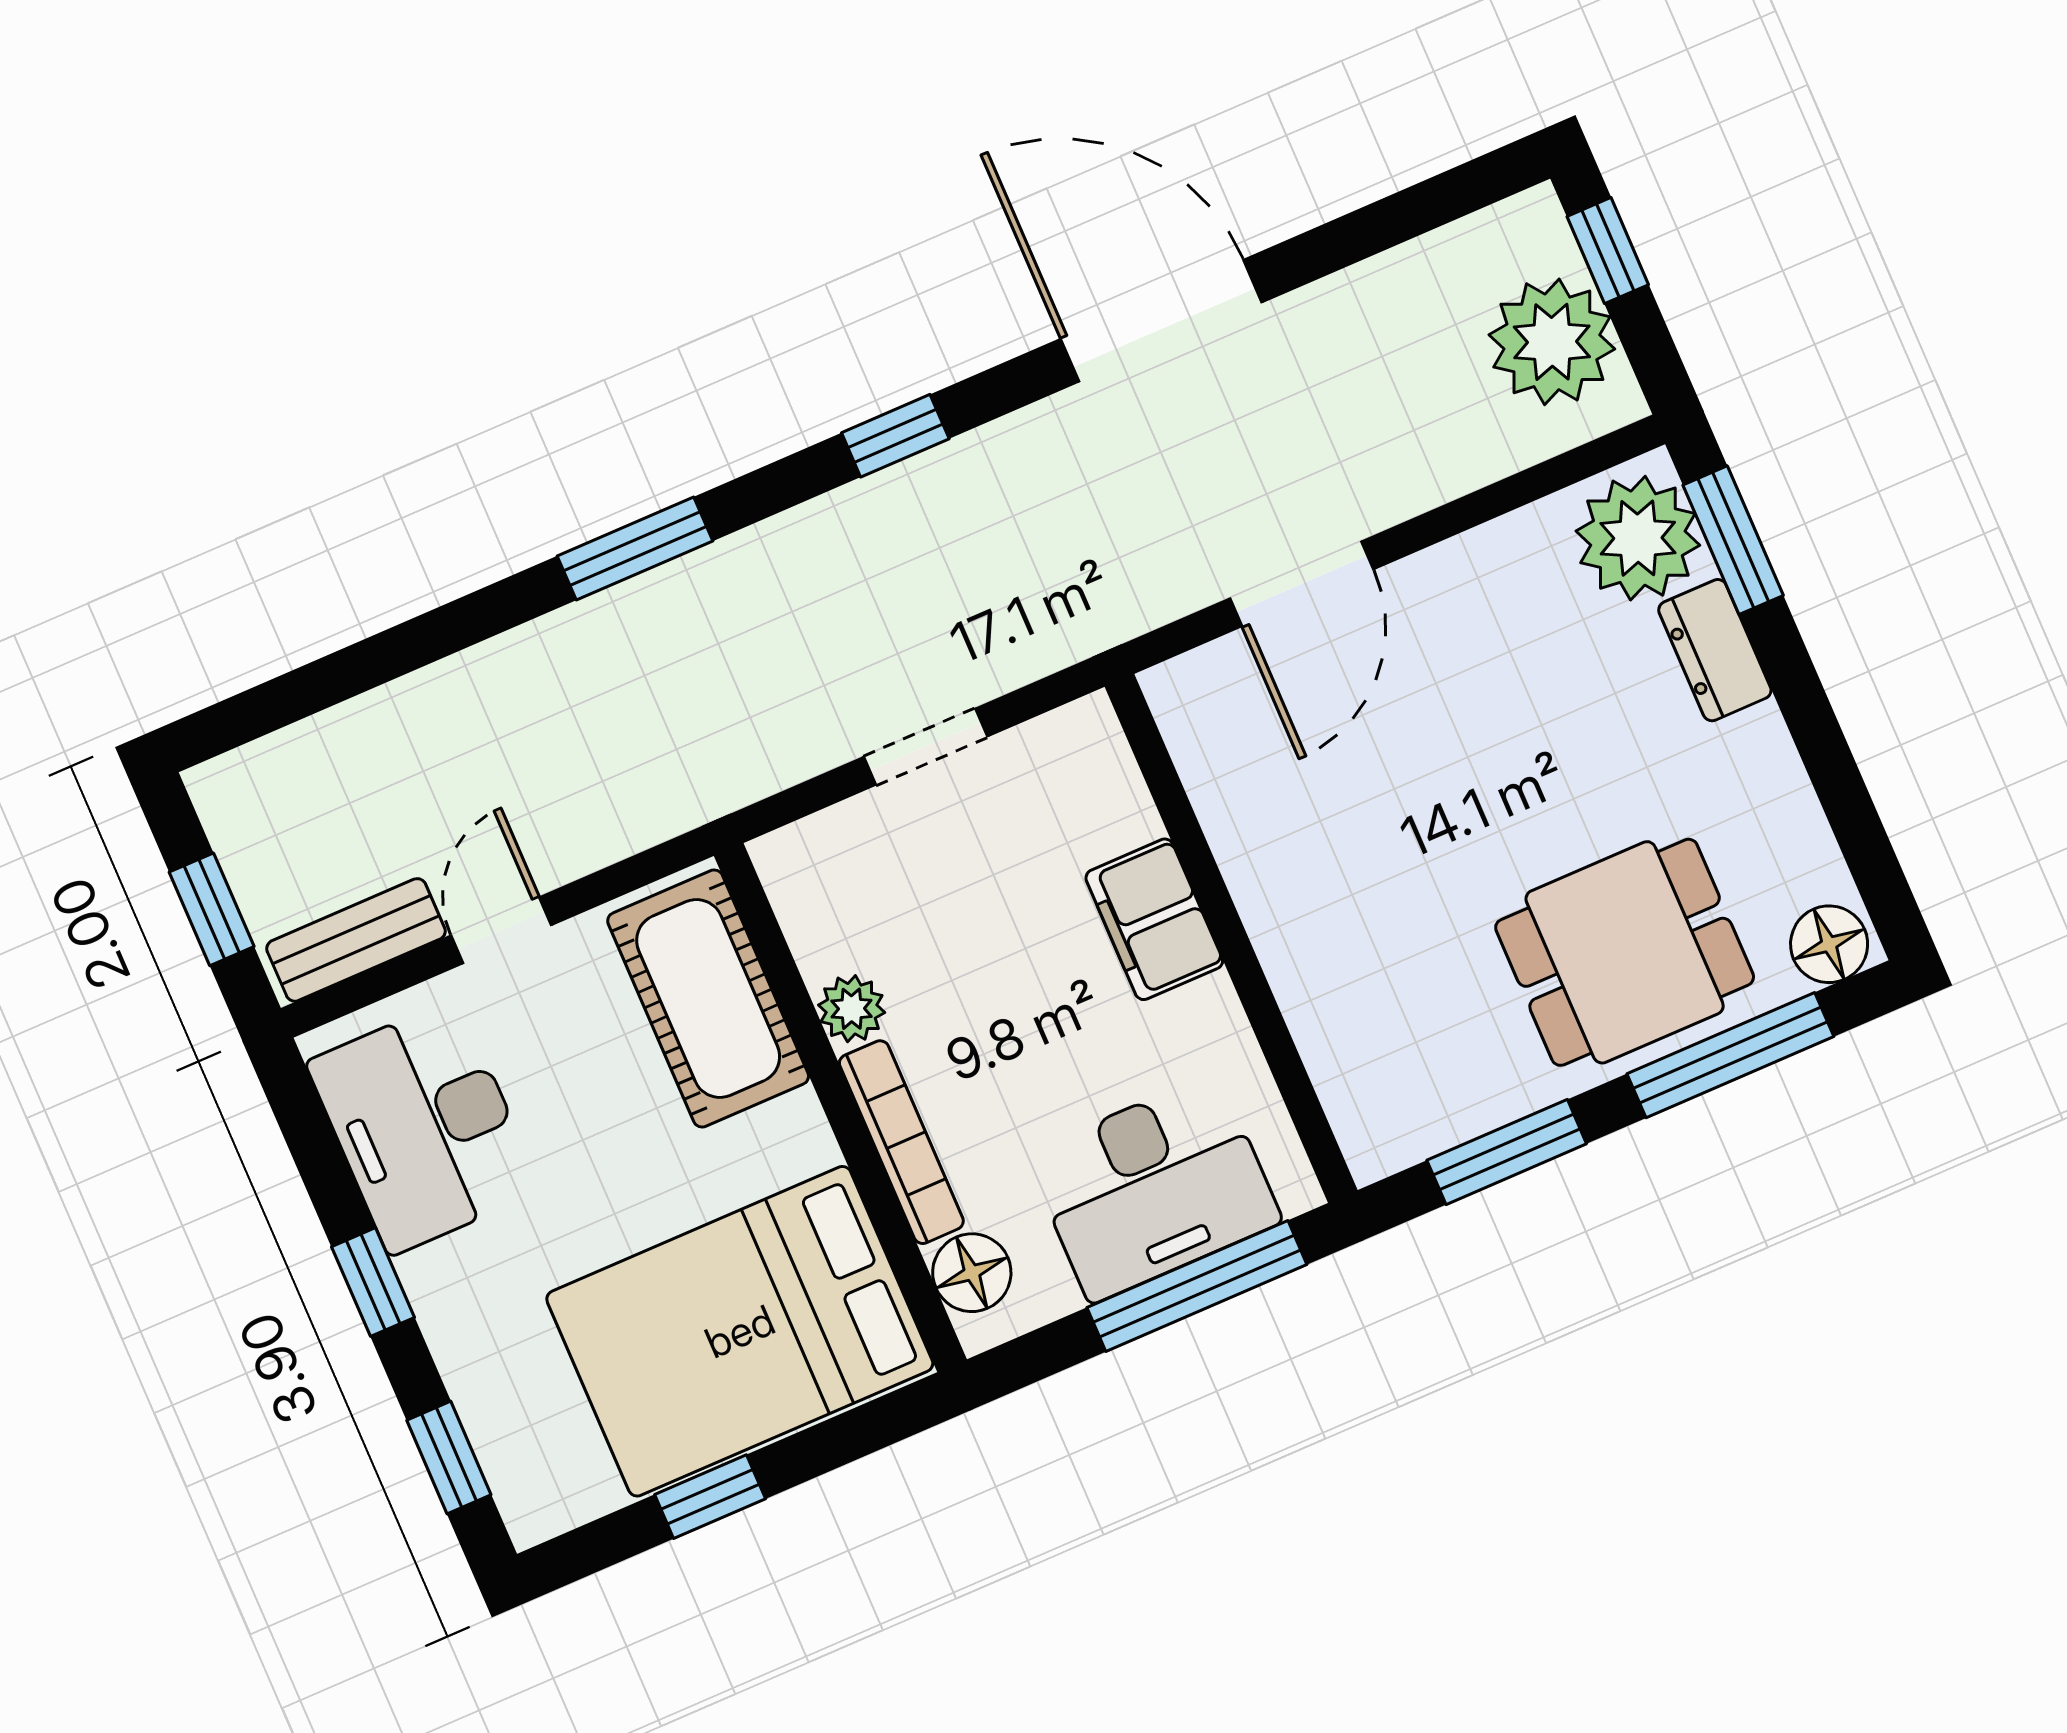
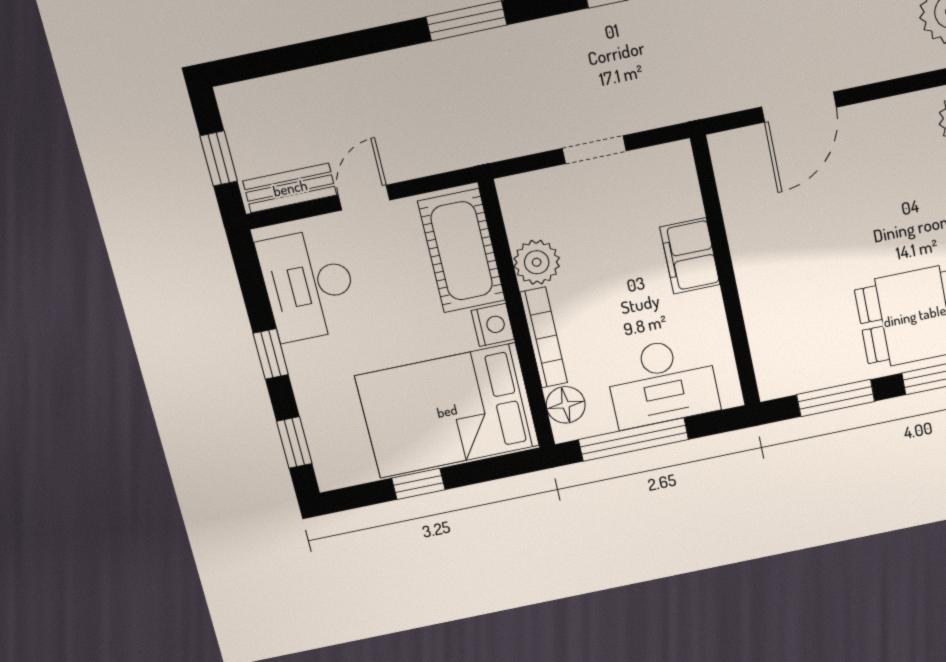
plant: (852, 1009) -> (537, 262), width x1.38, depth x1.38
nightstand: (797, 1136) -> (493, 325), added
window: (1197, 1286) -> (633, 440), moved

